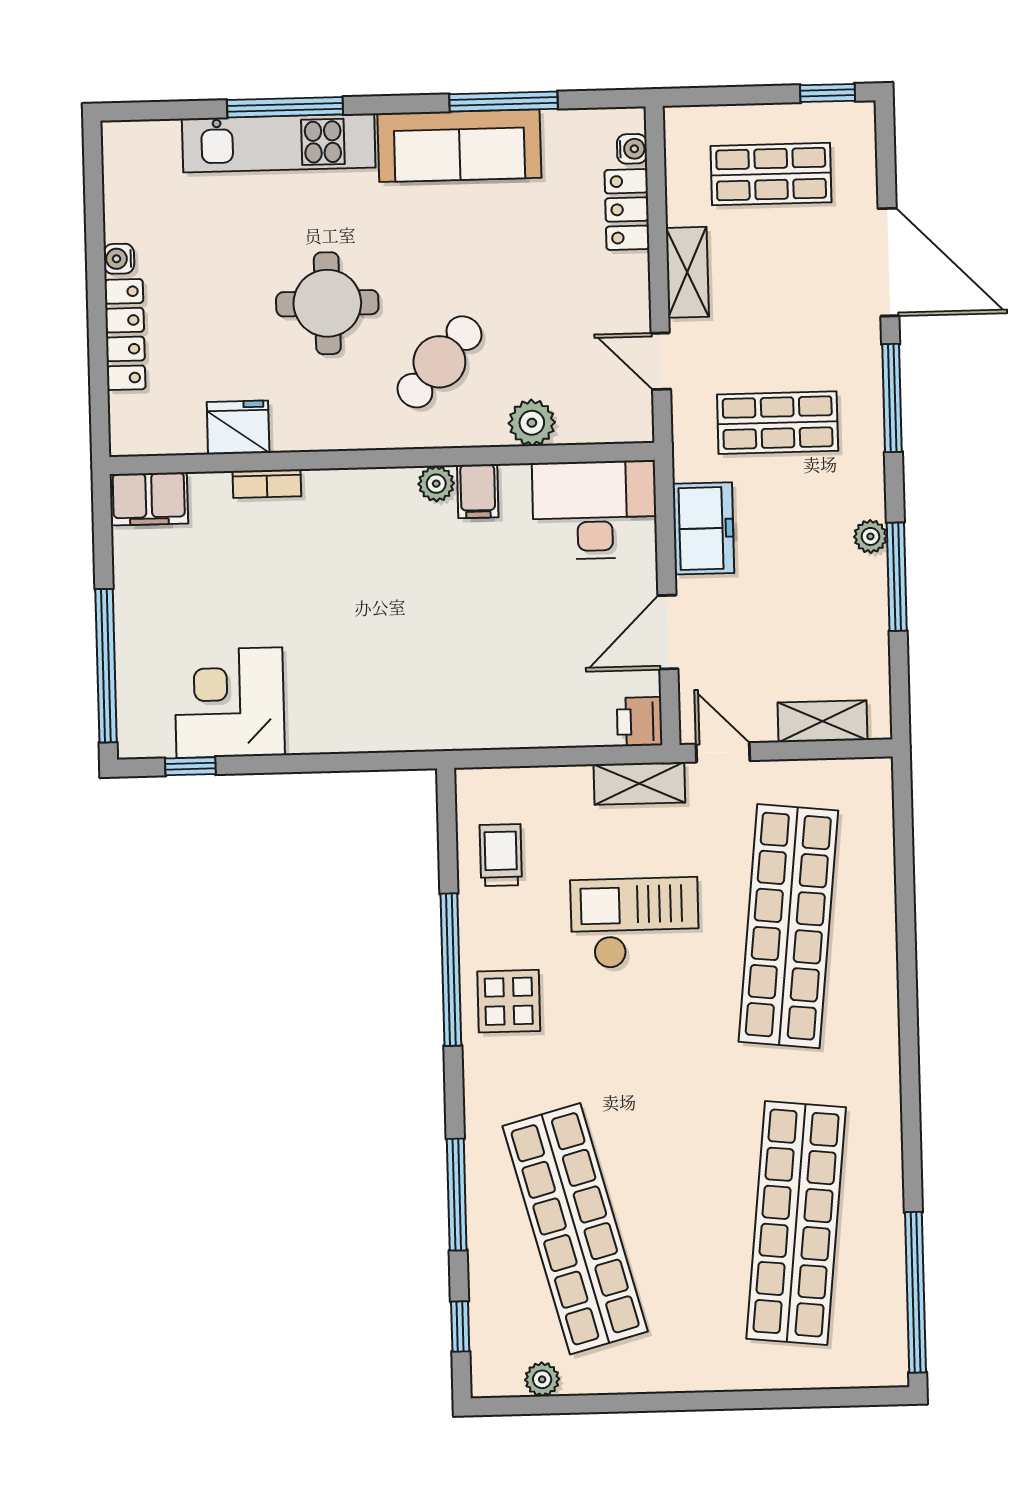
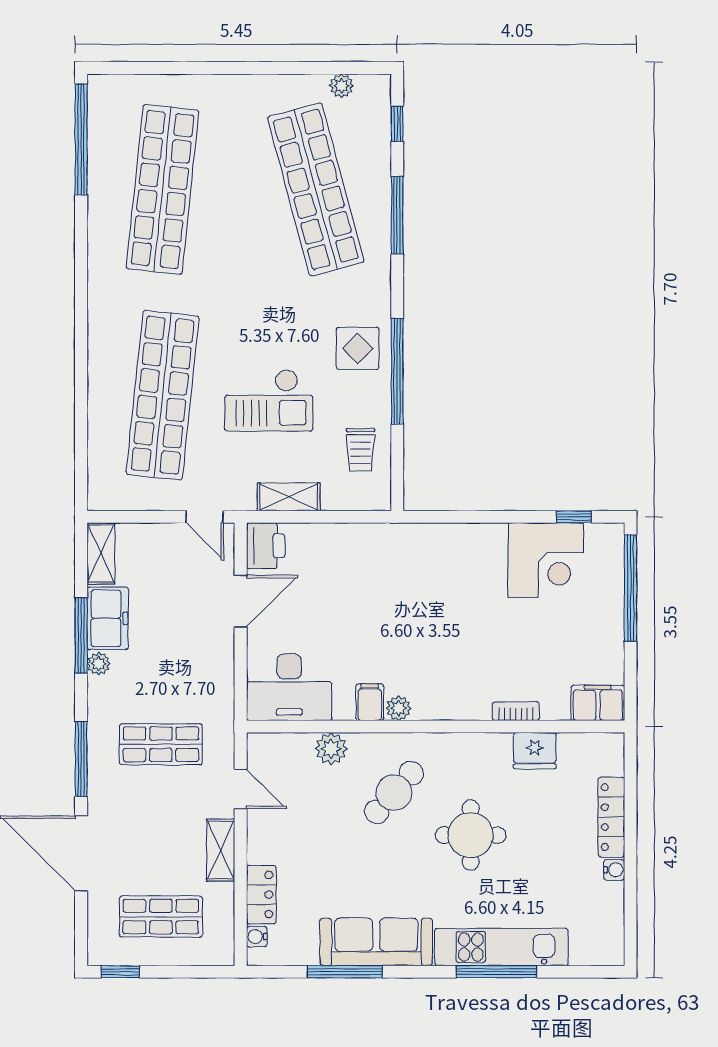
freezer: (703, 528) -> (108, 618), moved, turned 180
shelving: (822, 721) -> (101, 554), moved, turned 90
printer: (640, 722) -> (266, 546), width x1.36, depth x1.24
shelving: (639, 783) -> (289, 497), moved

